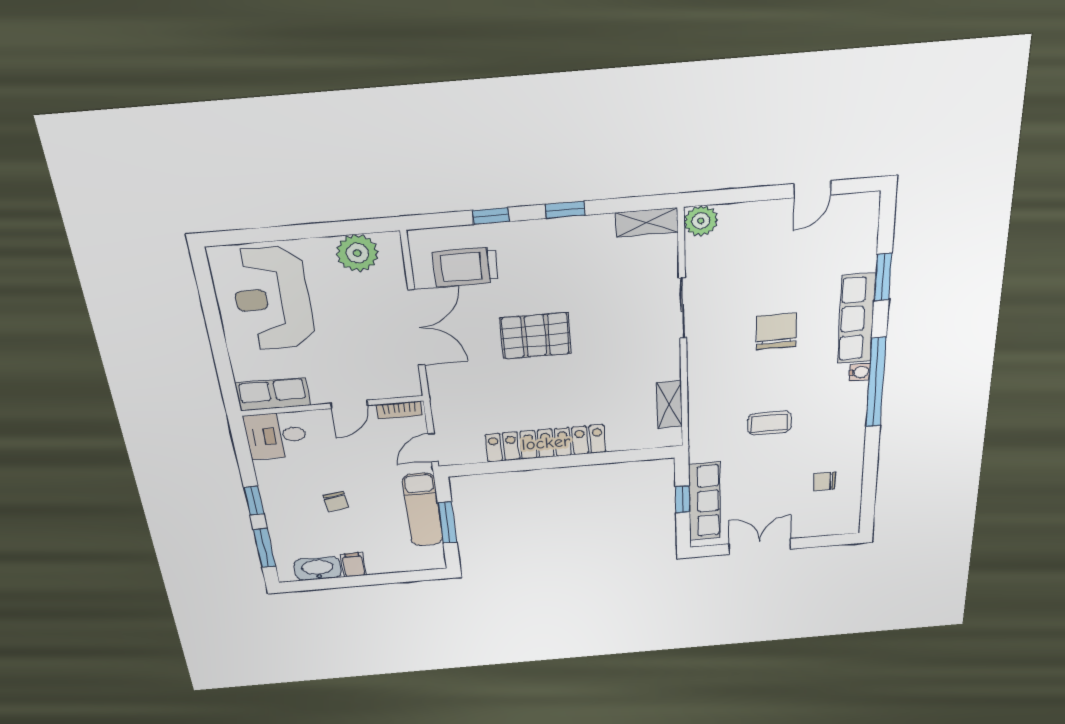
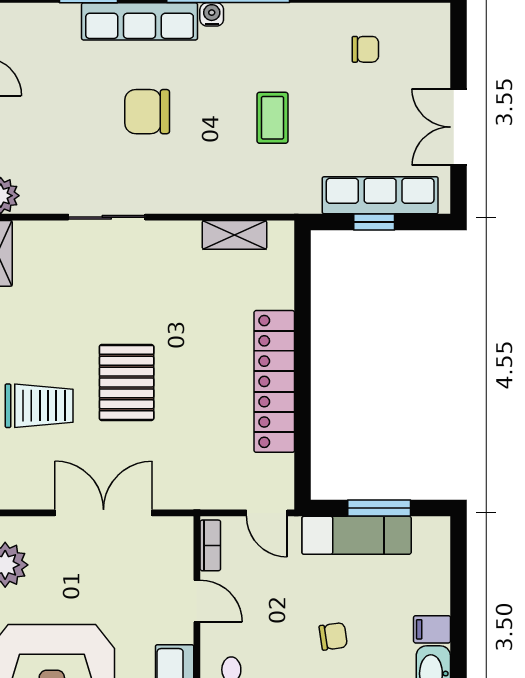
trolley: (466, 267) -> (39, 406), moved, turned -90
chair: (825, 481) -> (365, 49), turned -90

